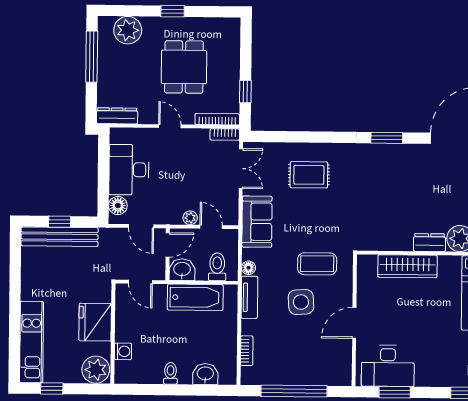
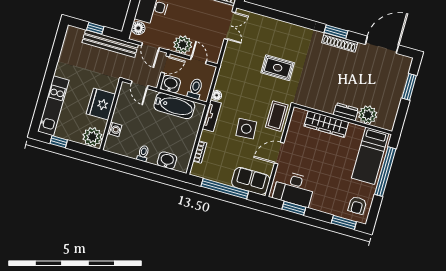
shoe rack: (396, 151) -> (340, 42), added
rug: (309, 175) -> (278, 68), moved
plant: (190, 218) -> (183, 45), width x1.88, depth x1.88
sofa: (257, 222) -> (251, 181), moved, turned -90
bench: (60, 237) -> (110, 44), moved
coffee table: (317, 264) -> (277, 116), moved, turned 90

